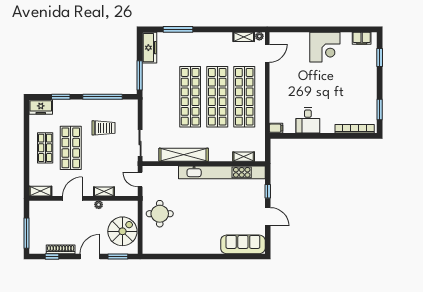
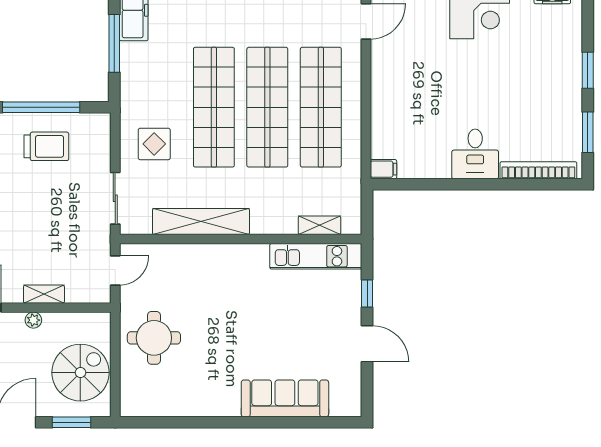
window: (380, 57) -> (588, 70), moved
window: (140, 75) -> (114, 43), moved
display table: (160, 115) -> (154, 144), added
desk: (308, 120) -> (475, 154), moved
trolley: (103, 128) -> (46, 146), moved
kitchen unit: (222, 172) -> (316, 256), width x0.54
door: (140, 180) -> (115, 270), swing flipped
sofa: (243, 244) -> (285, 398), moved

